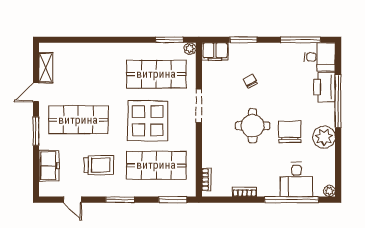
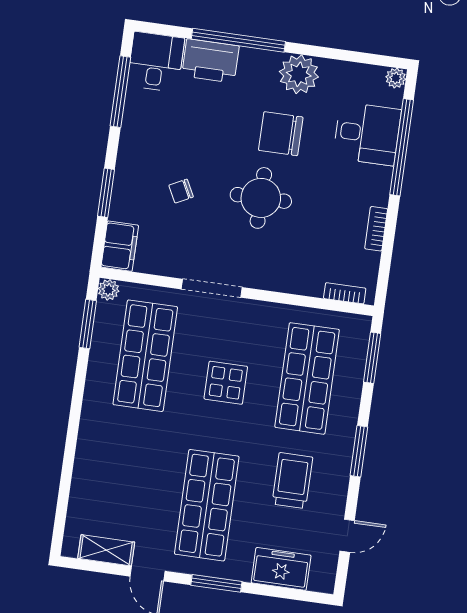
display table: (148, 121) -> (226, 383), width x0.54, depth x0.54

